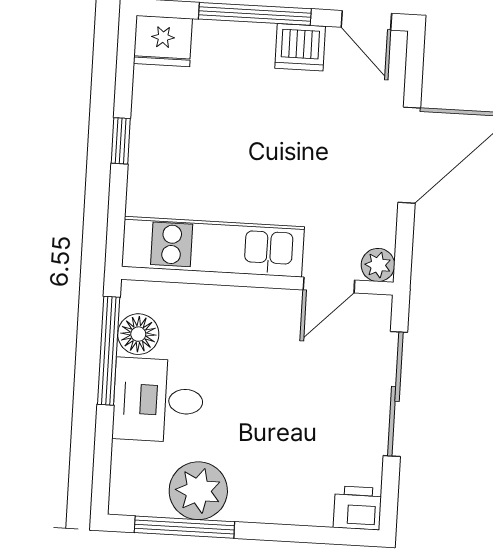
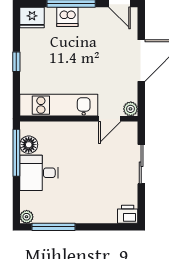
dishwasher: (300, 47) -> (67, 17), moved
sliding door: (395, 394) -> (141, 164), width x0.73
plant: (198, 491) -> (27, 217), moved, width x0.53, depth x0.53

